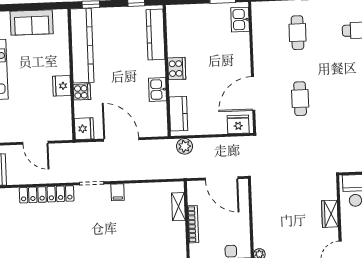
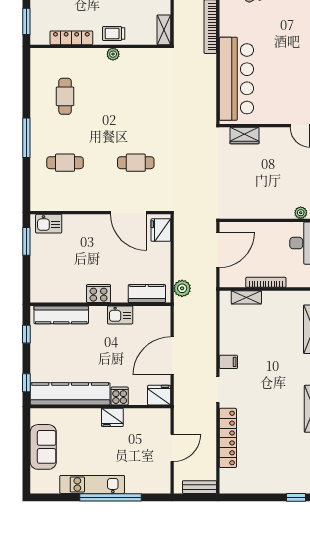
wardrobe: (330, 214) -> (244, 136), moved

